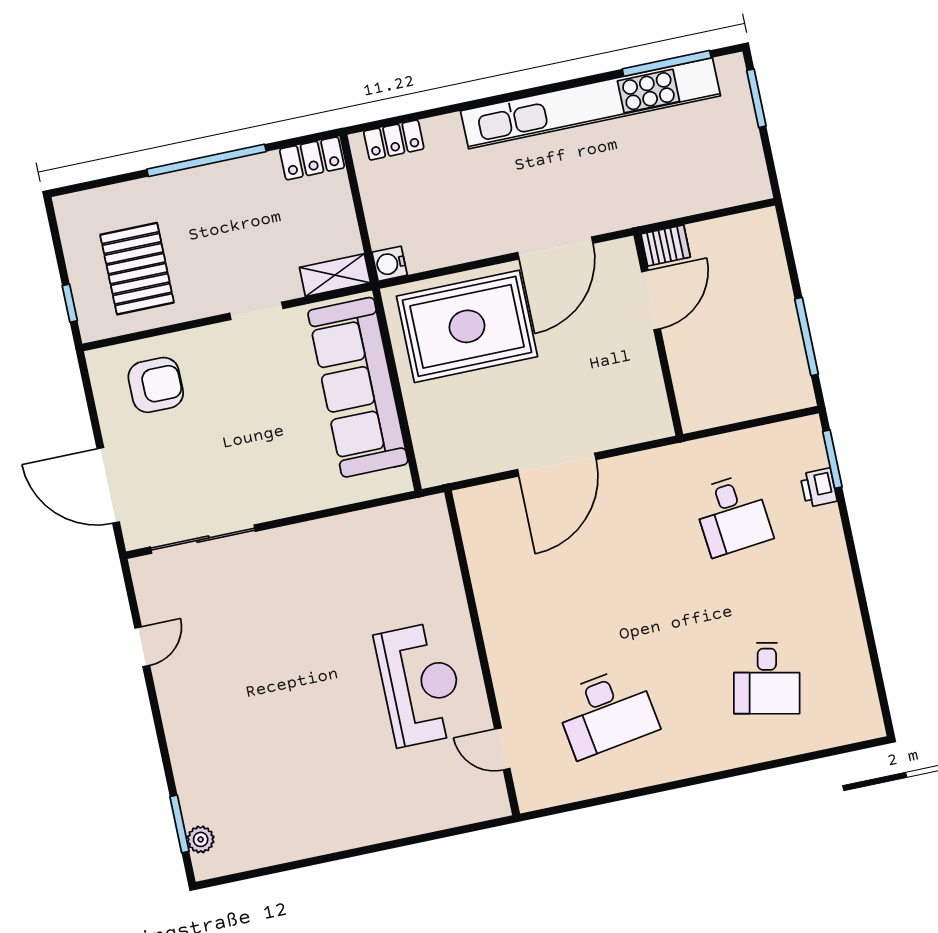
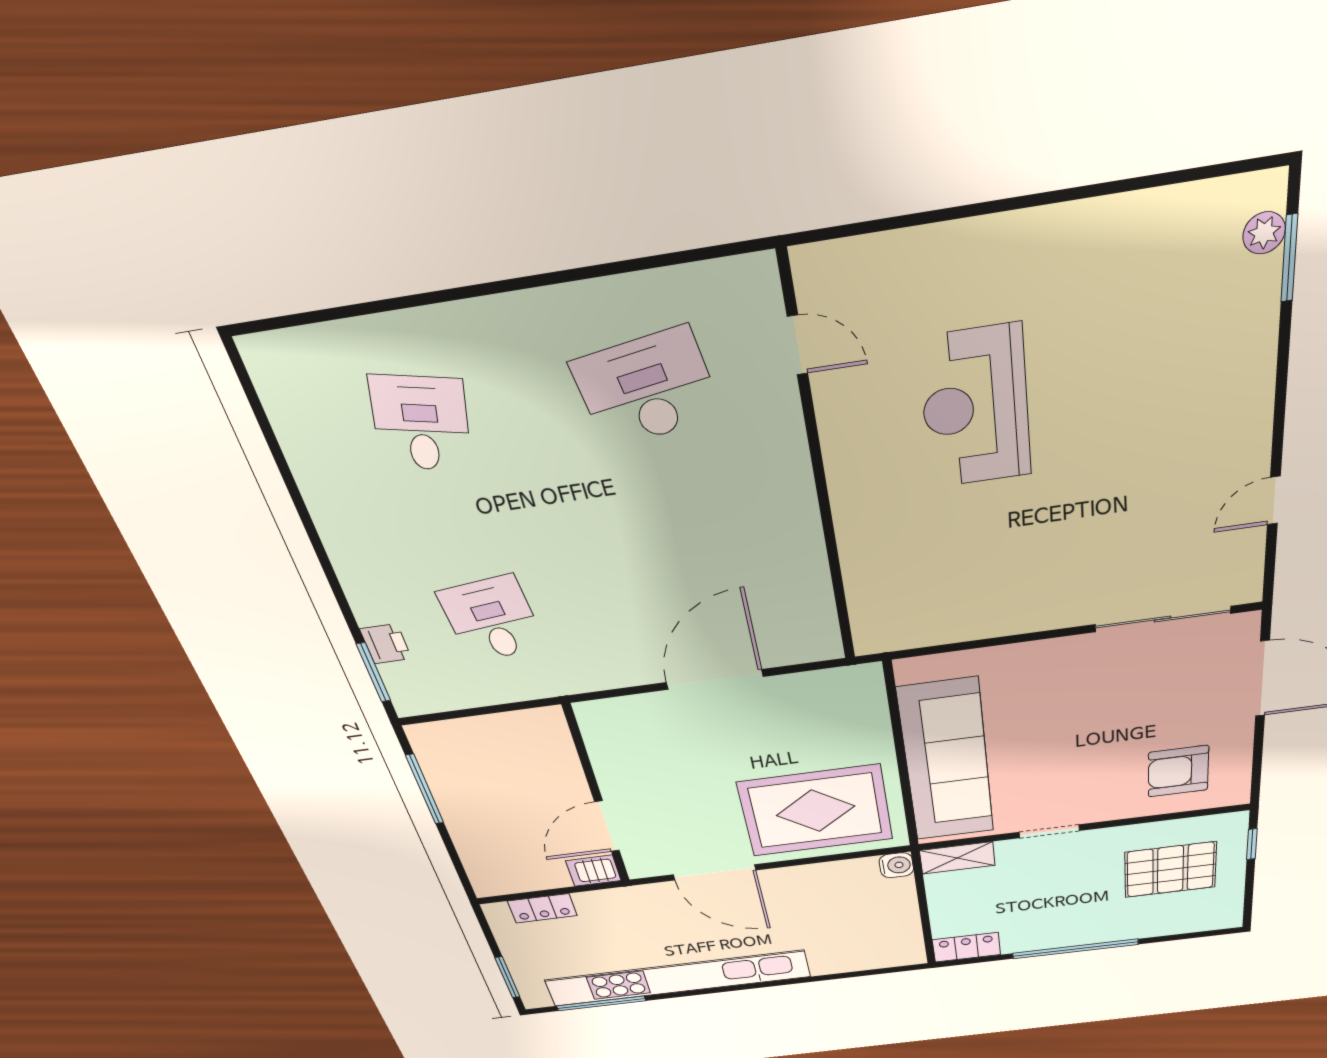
locker: (394, 140) -> (542, 908), moved, turned 180
door: (555, 248) -> (714, 872), swing flipped
pallet: (137, 269) -> (1170, 870), turned 90
reception desk: (420, 684) -> (975, 408), moved

